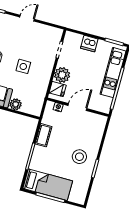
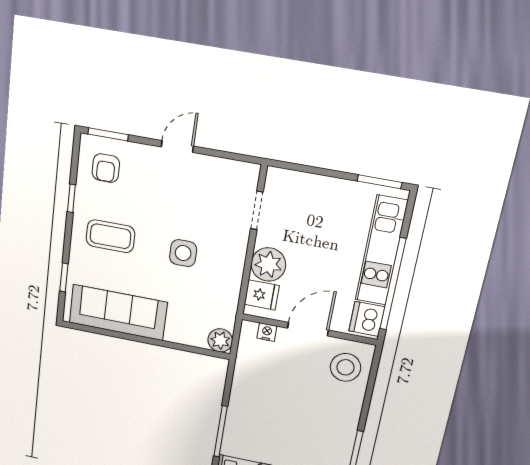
dishwasher: (89, 44) -> (367, 319), moved, turned 90
plant: (16, 104) -> (220, 340), moved
cot: (43, 135) -> (242, 390), removed
stool: (79, 157) -> (345, 367), moved

